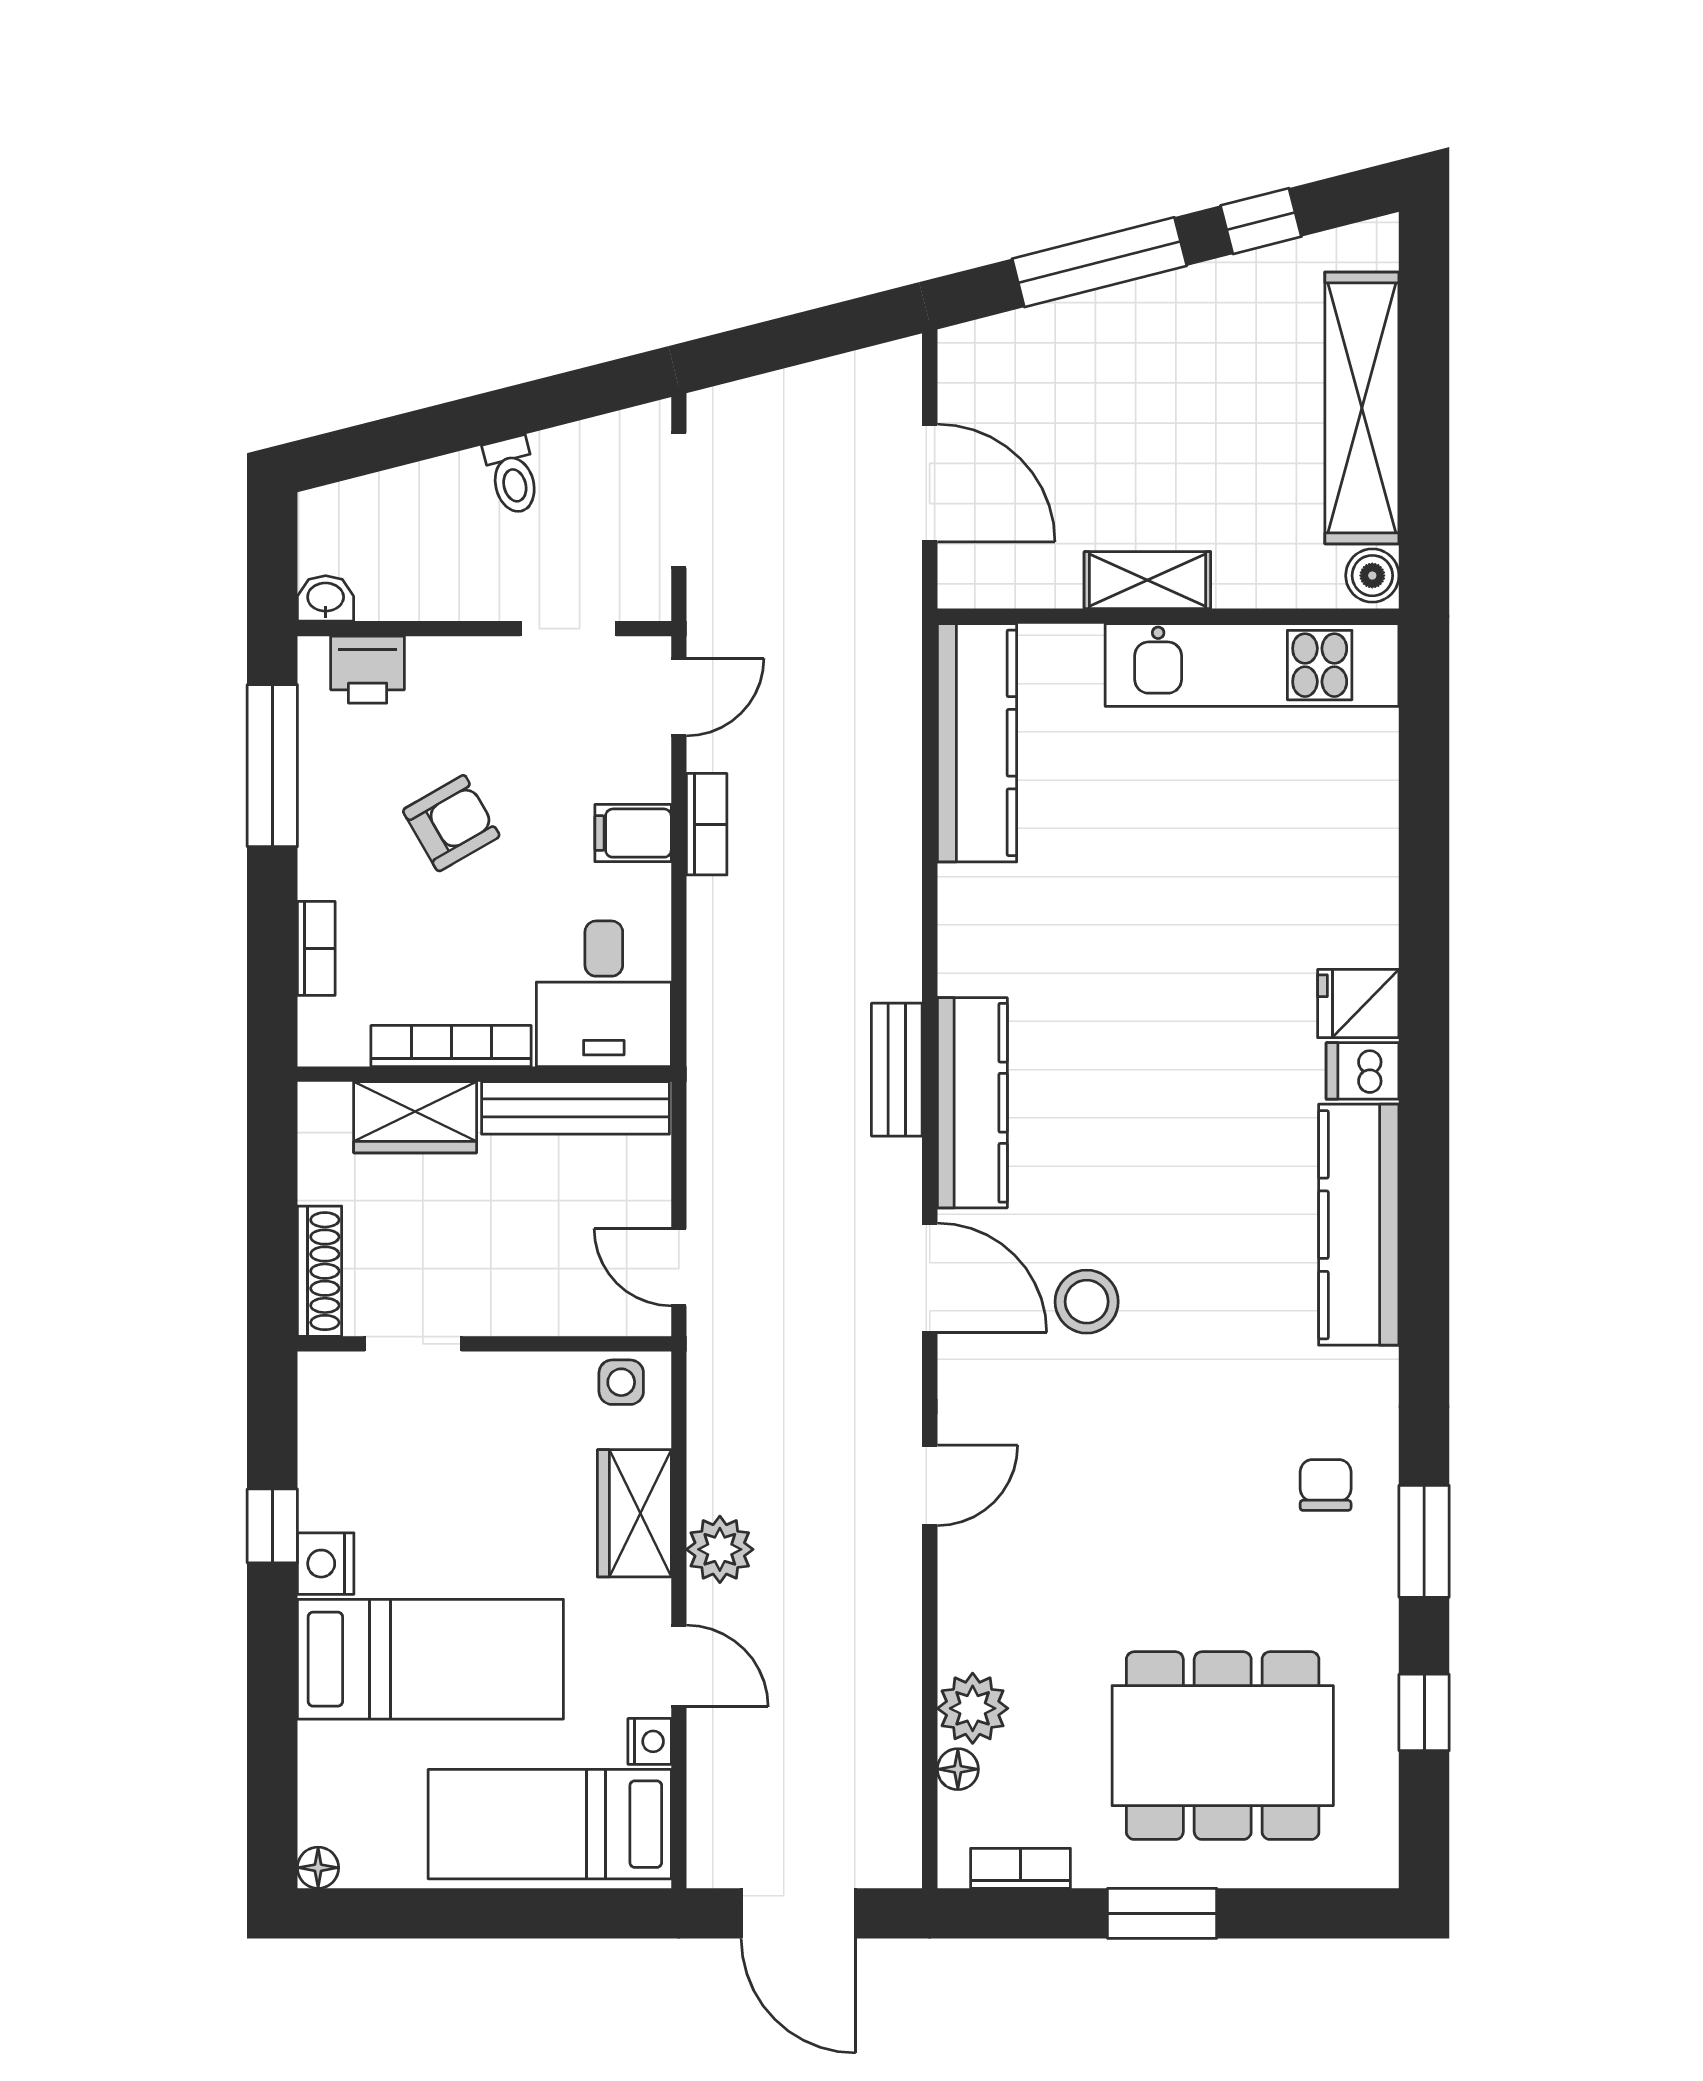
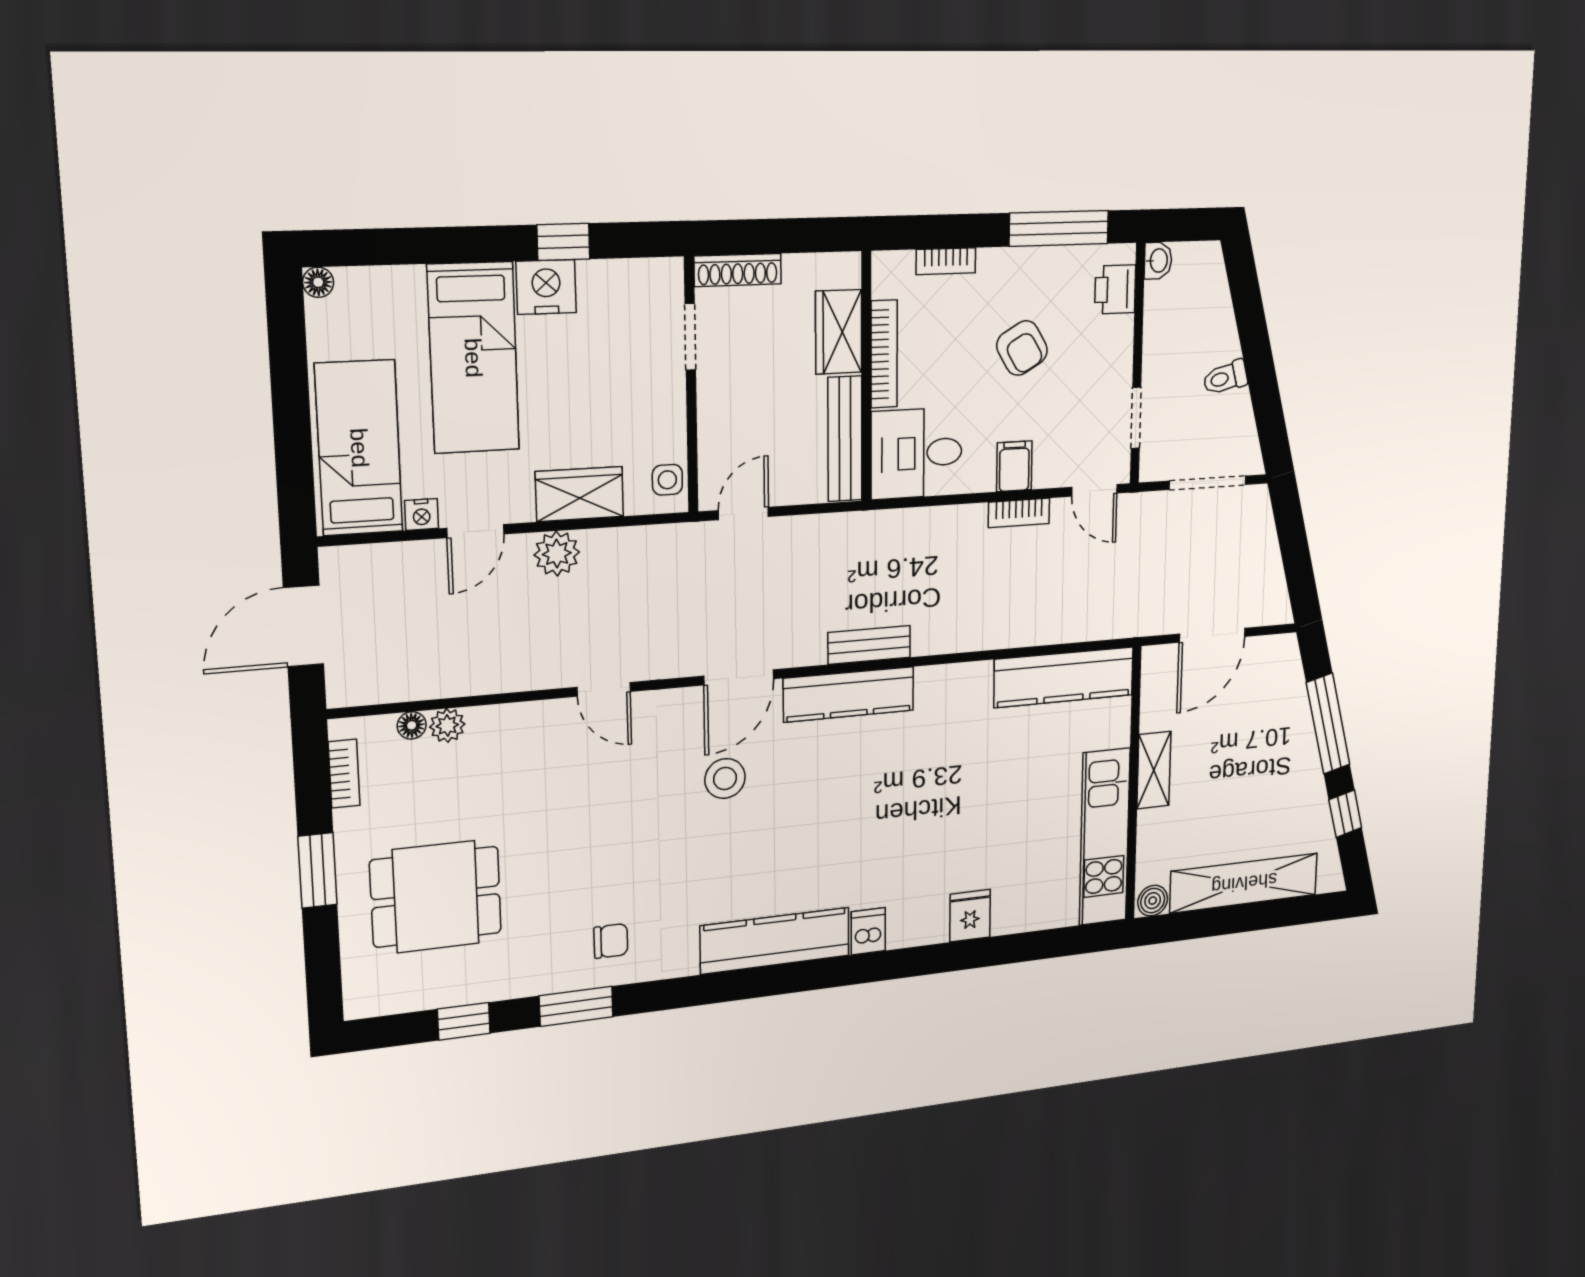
fridge: (1358, 1004) -> (970, 916), moved
nightstand: (326, 1564) -> (546, 287), width x1.36, depth x1.33
plant: (973, 1708) -> (447, 725), width x0.73, depth x0.73
dining table: (1223, 1746) -> (436, 897), width x0.73

